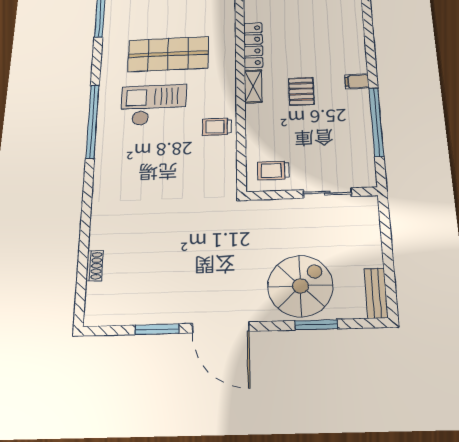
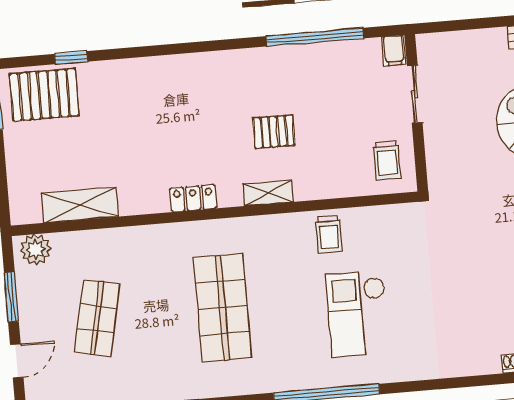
locker: (253, 45) -> (193, 198), width x0.66
filing cabinet: (357, 81) -> (394, 50), moved
checkout: (154, 105) -> (358, 314), moved

